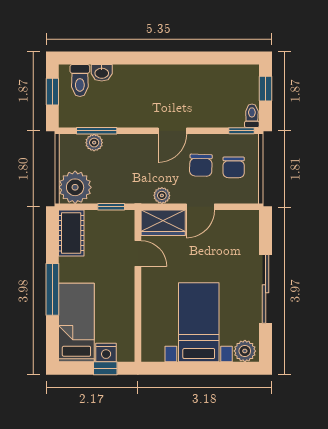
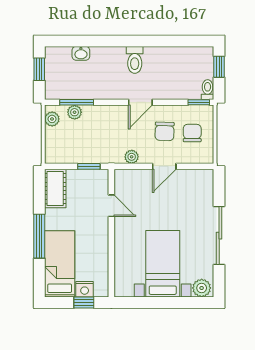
toilet: (80, 80) -> (135, 60), moved
chair: (234, 167) -> (192, 133), turned 180
plant: (75, 187) -> (52, 119), moved, width x0.53, depth x0.53
wardrobe: (163, 223) -> (133, 180), removed

